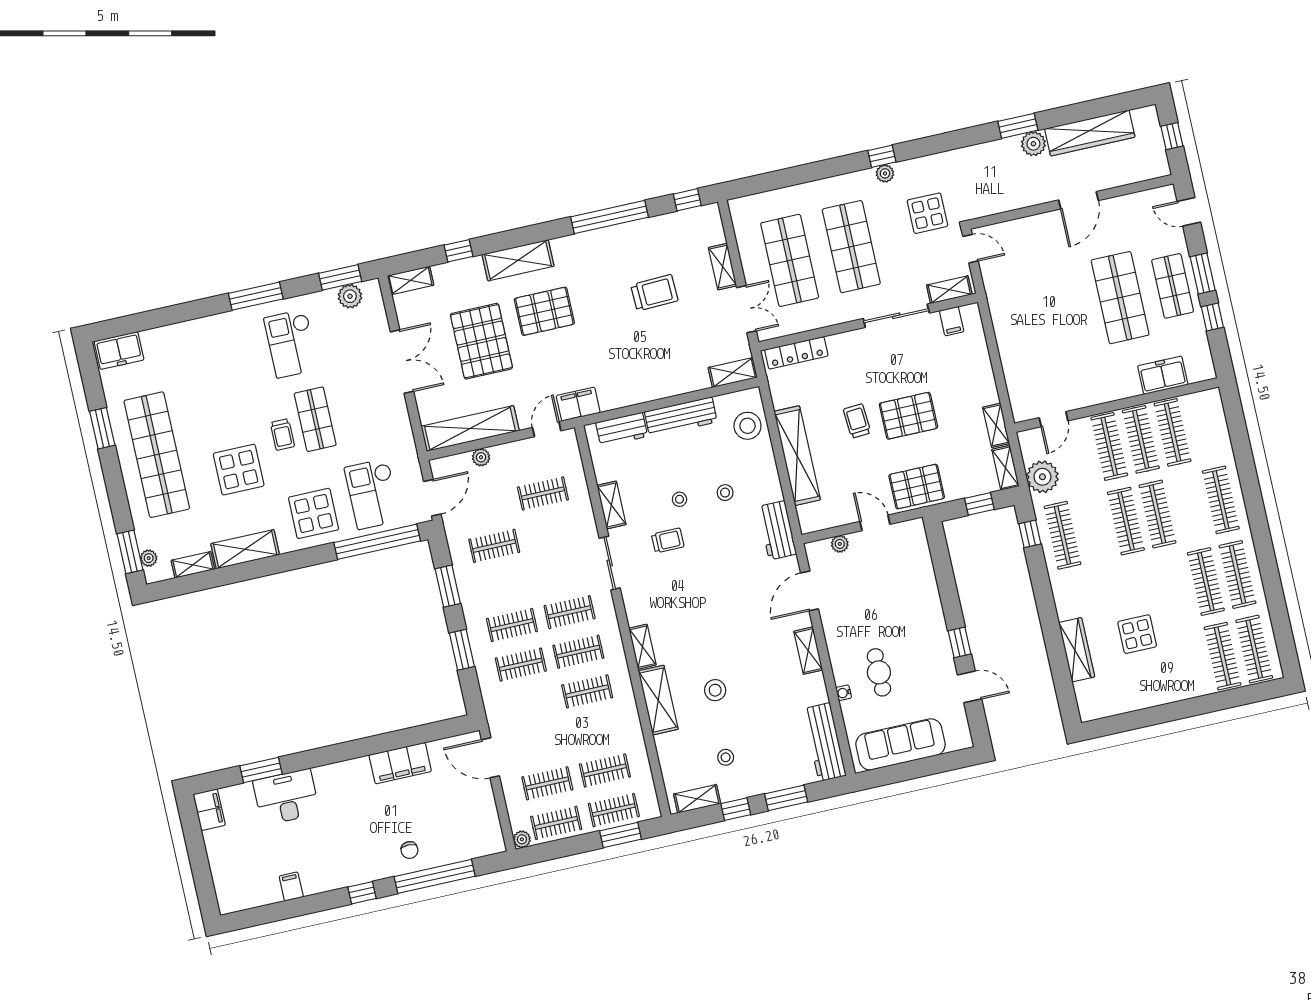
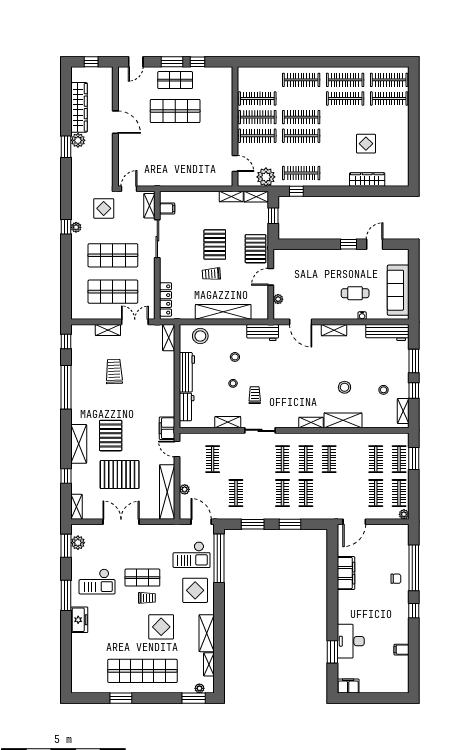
freezer: (119, 350) -> (79, 620), moved
freezer: (1163, 375) -> (224, 97), removed

